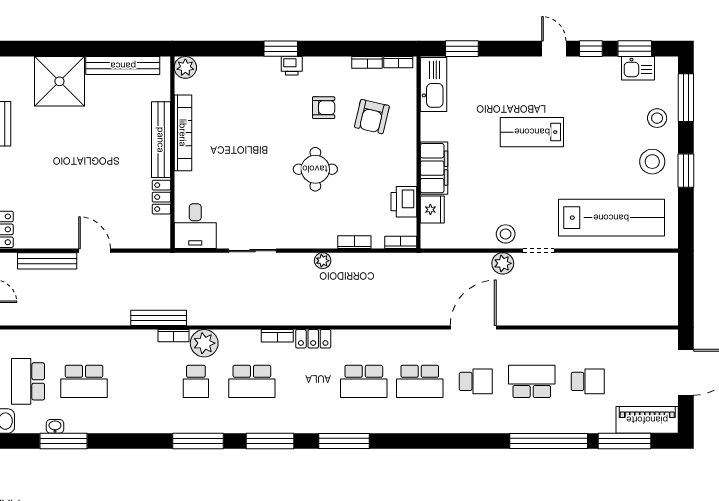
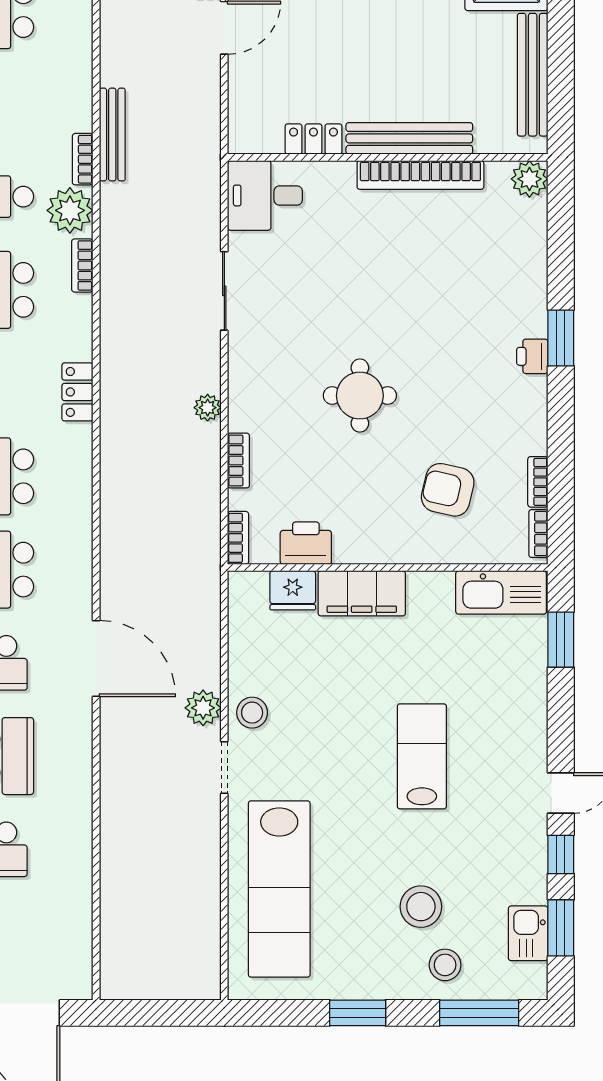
armchair: (324, 108) -> (462, 409), removed
stool: (652, 162) -> (421, 907), moved
bookcase: (277, 336) -> (82, 265), moved

